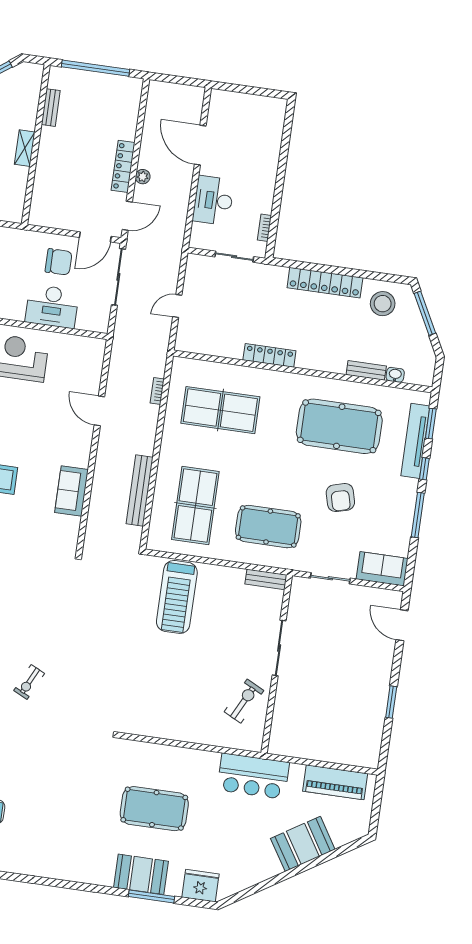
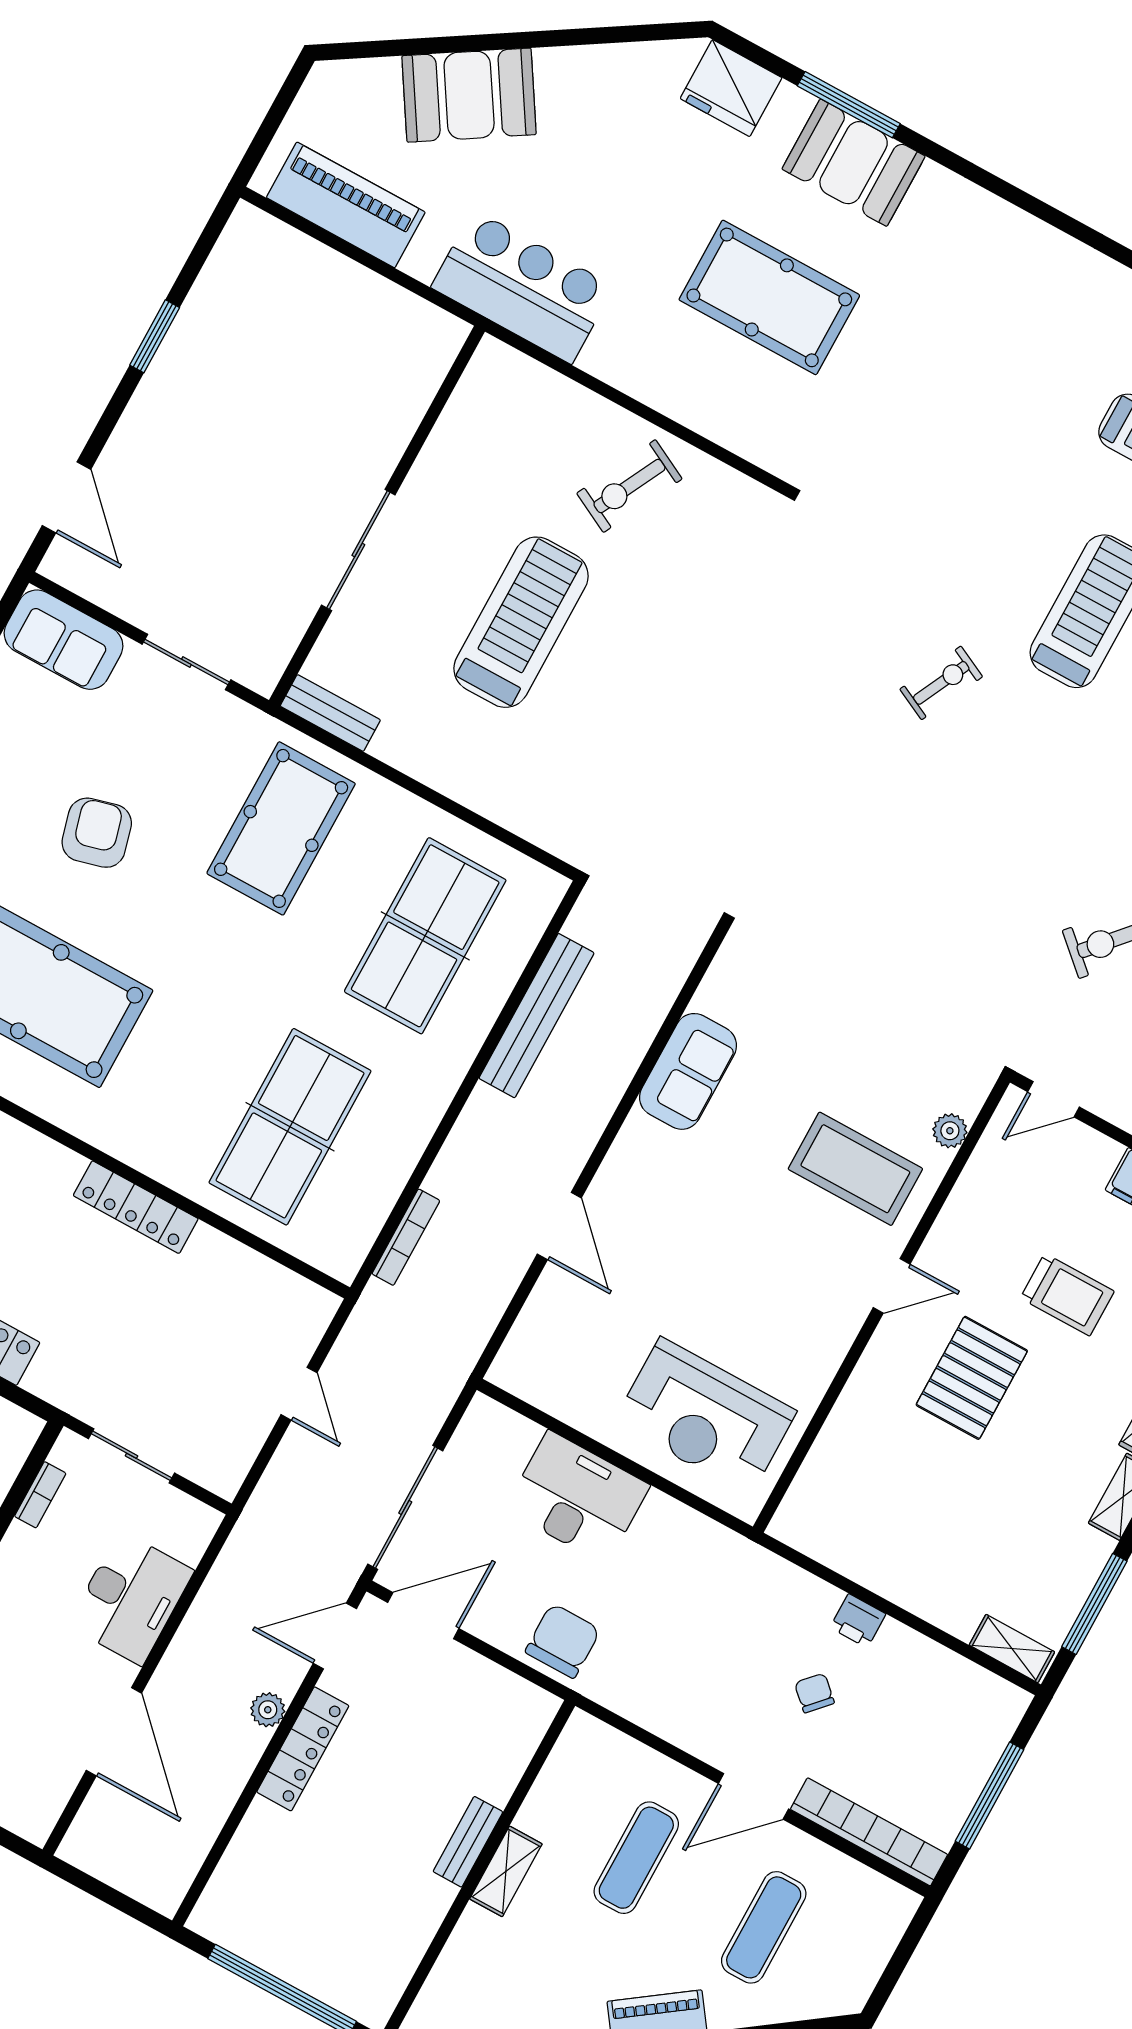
bench: (51, 108) -> (468, 1842), moved
chair: (59, 262) -> (563, 1641), moved, turned 90
door: (177, 306) -> (299, 1394), hinge flipped
bookcase: (157, 391) -> (406, 1237), width x1.56
table tennis table: (220, 410) -> (290, 1127), turned 90
pool table: (268, 527) -> (281, 828), turned 90
treadmill: (177, 597) -> (521, 622), moved
exercise bike: (244, 701) -> (629, 486), moved

